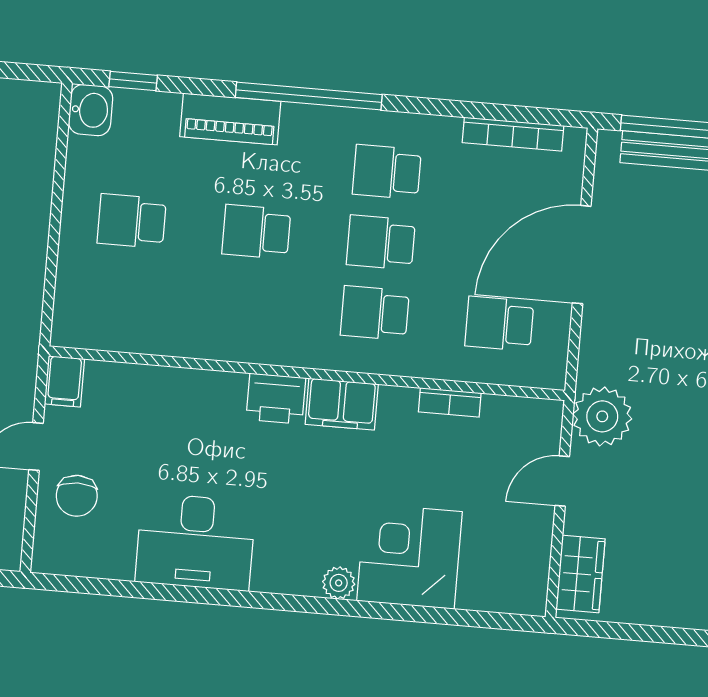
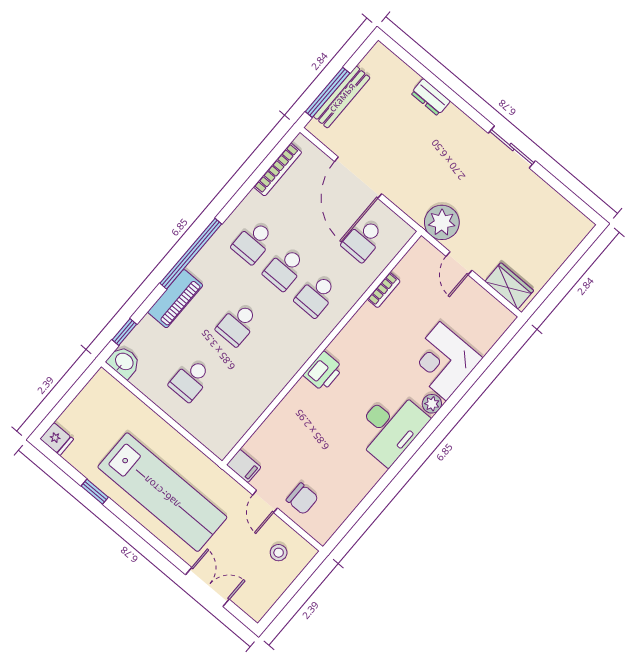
filing cabinet: (342, 404) -> (348, 342), removed
desk: (195, 542) -> (390, 427), moved

